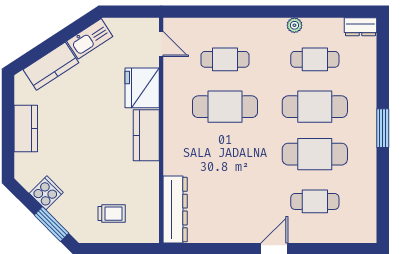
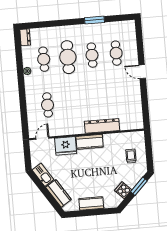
cafe table: (225, 107) -> (72, 103), removed
window: (383, 128) -> (95, 20), moved
cafe table: (315, 154) -> (92, 55), width x0.73, depth x0.74
dresser: (175, 210) -> (102, 126), moved

